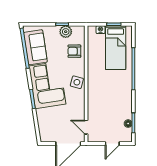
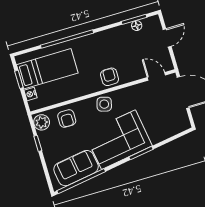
plant: (66, 32) -> (42, 122), moved
armchair: (96, 92) -> (110, 77), added
door: (86, 127) -> (156, 76), swing flipped
door: (112, 143) -> (167, 38), hinge flipped

